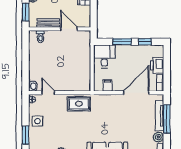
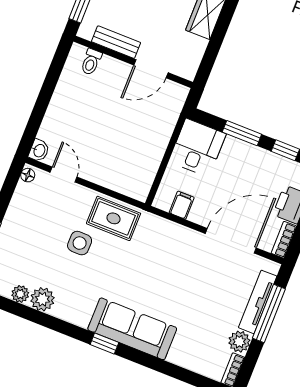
door: (69, 29) -> (151, 69), swing flipped
side table: (37, 121) -> (80, 243), moved

